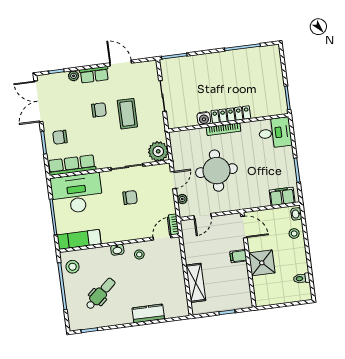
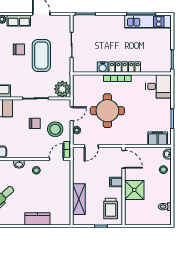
kitchen unit: (252, 55) -> (148, 22), added
coffee table: (127, 114) -> (41, 55), width x1.36, depth x1.32
stool: (156, 201) -> (55, 129), added
trolley: (236, 289) -> (111, 209), added

